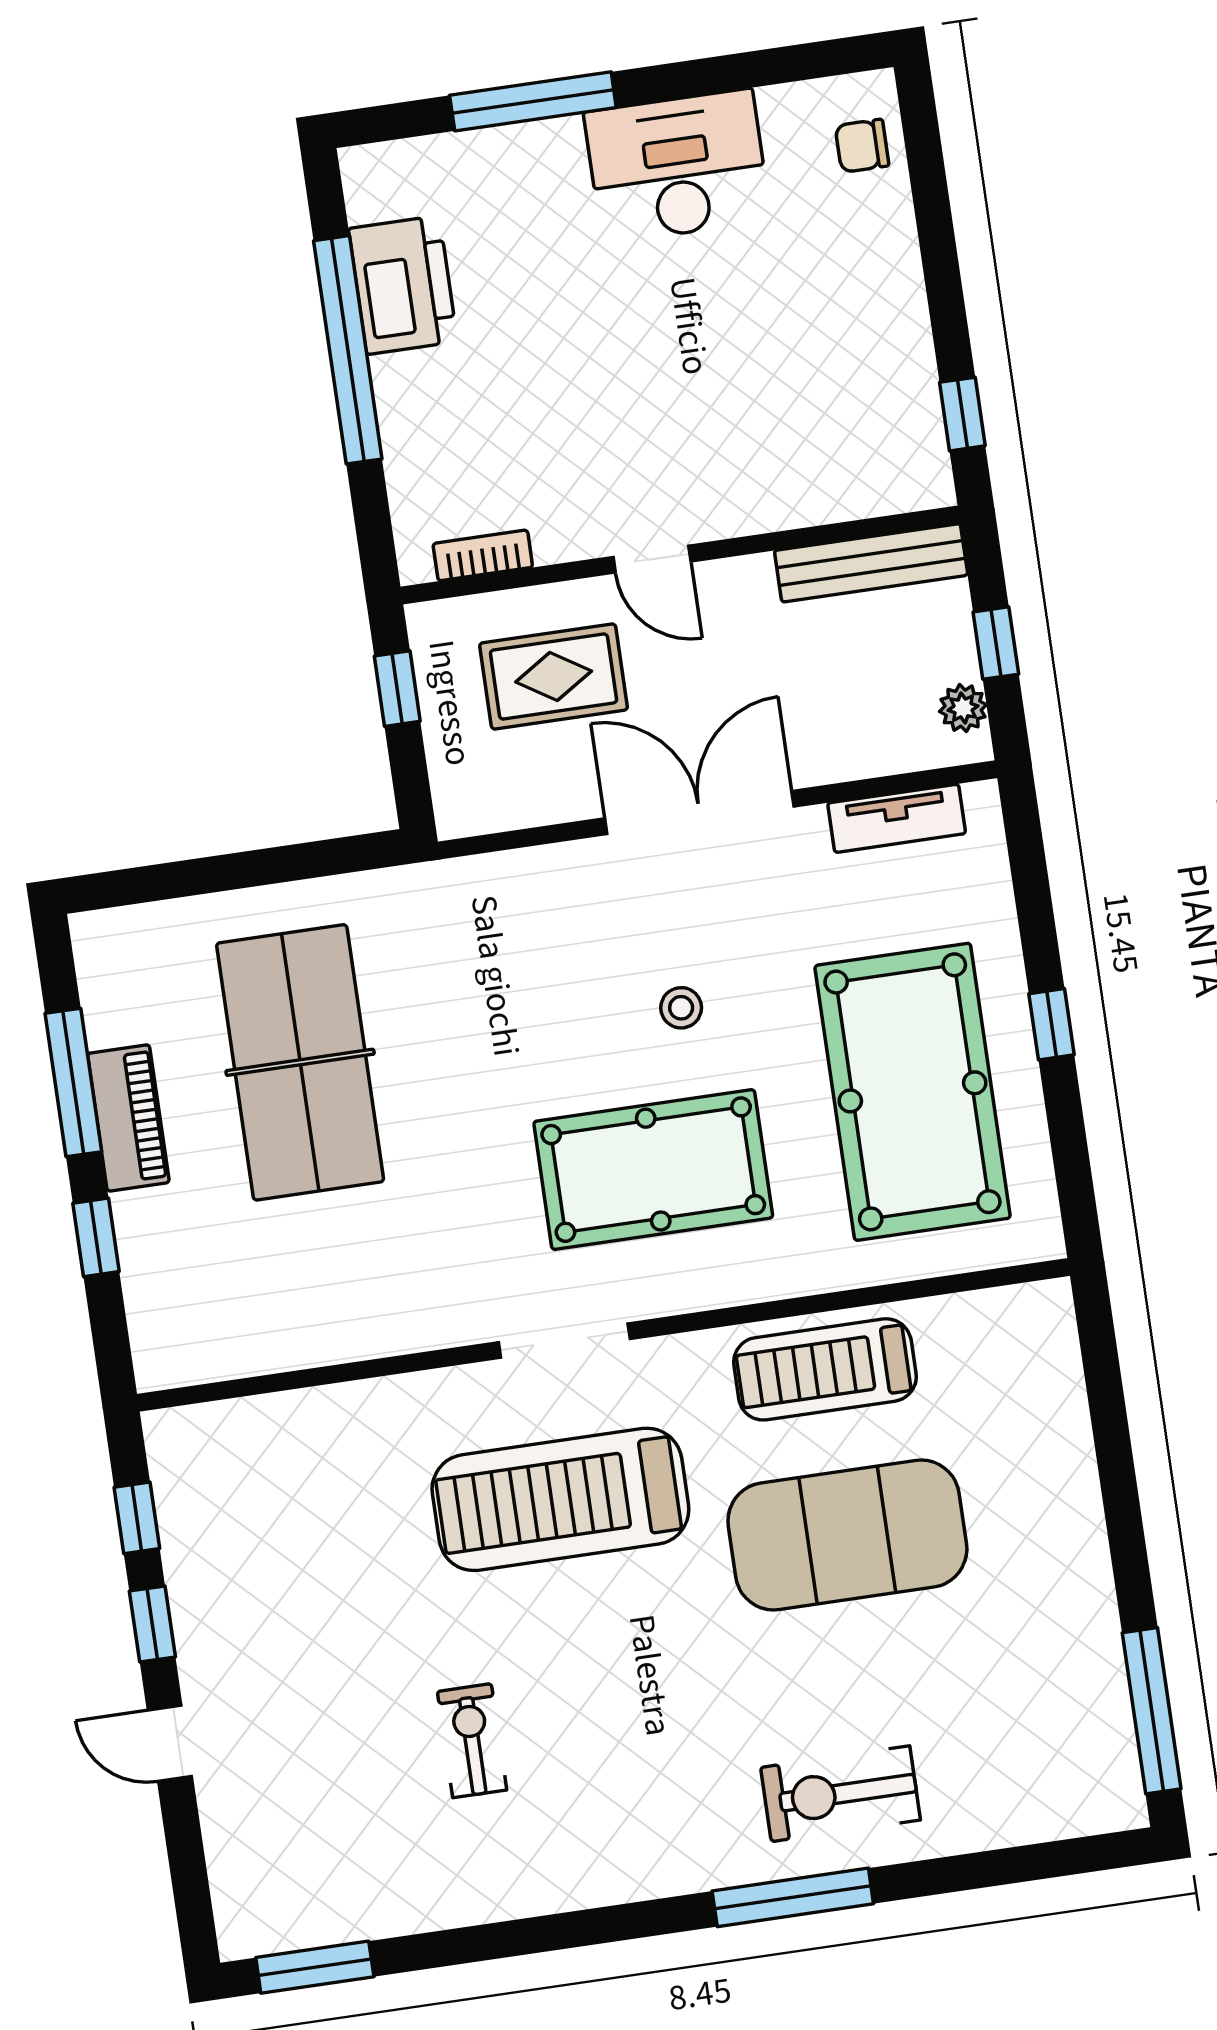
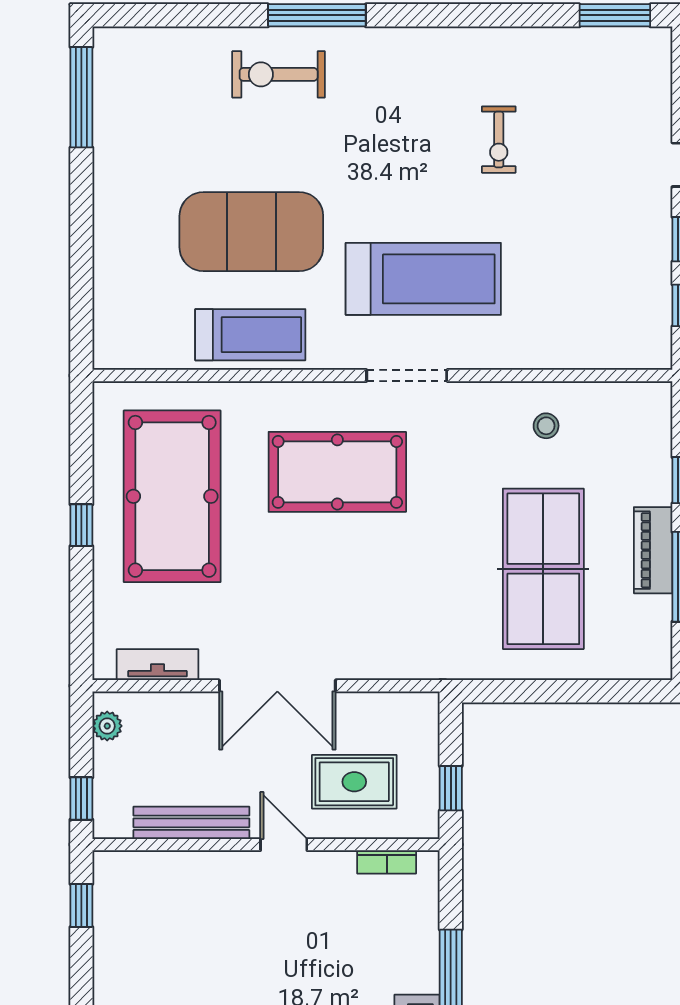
bench: (871, 563) -> (191, 823), moved
window: (996, 643) -> (81, 798), moved
stool: (681, 1008) -> (546, 426), moved
exercise bike: (841, 1794) -> (279, 74), turned 180

